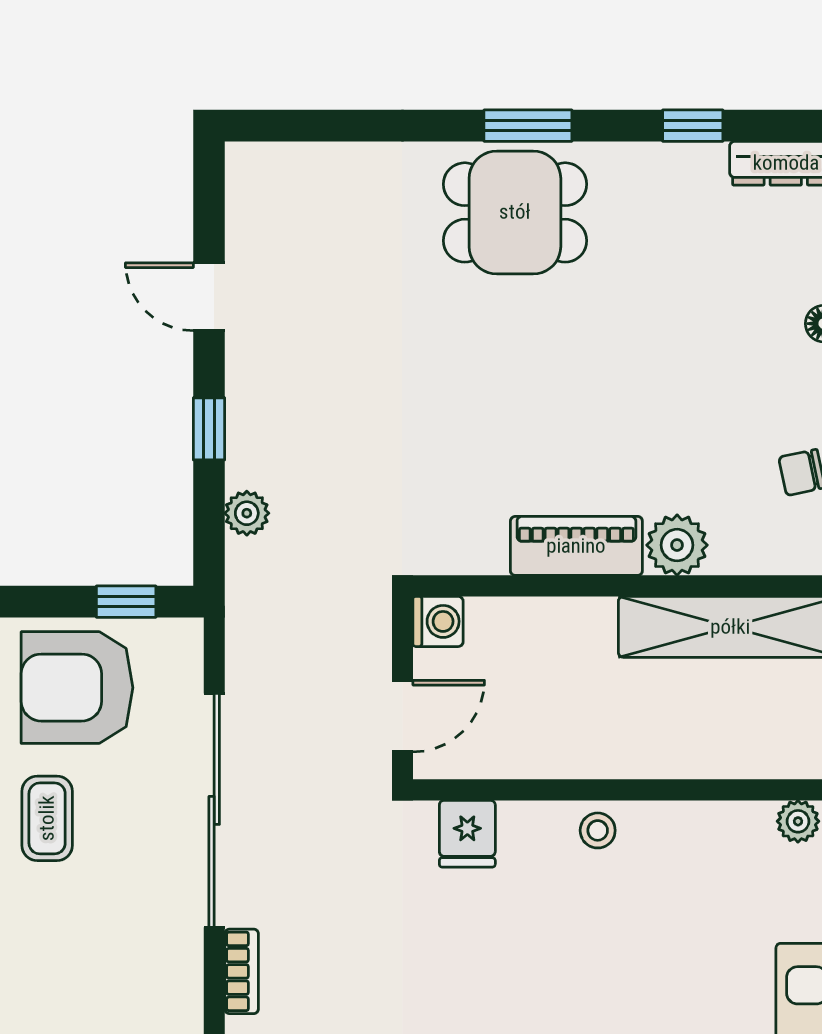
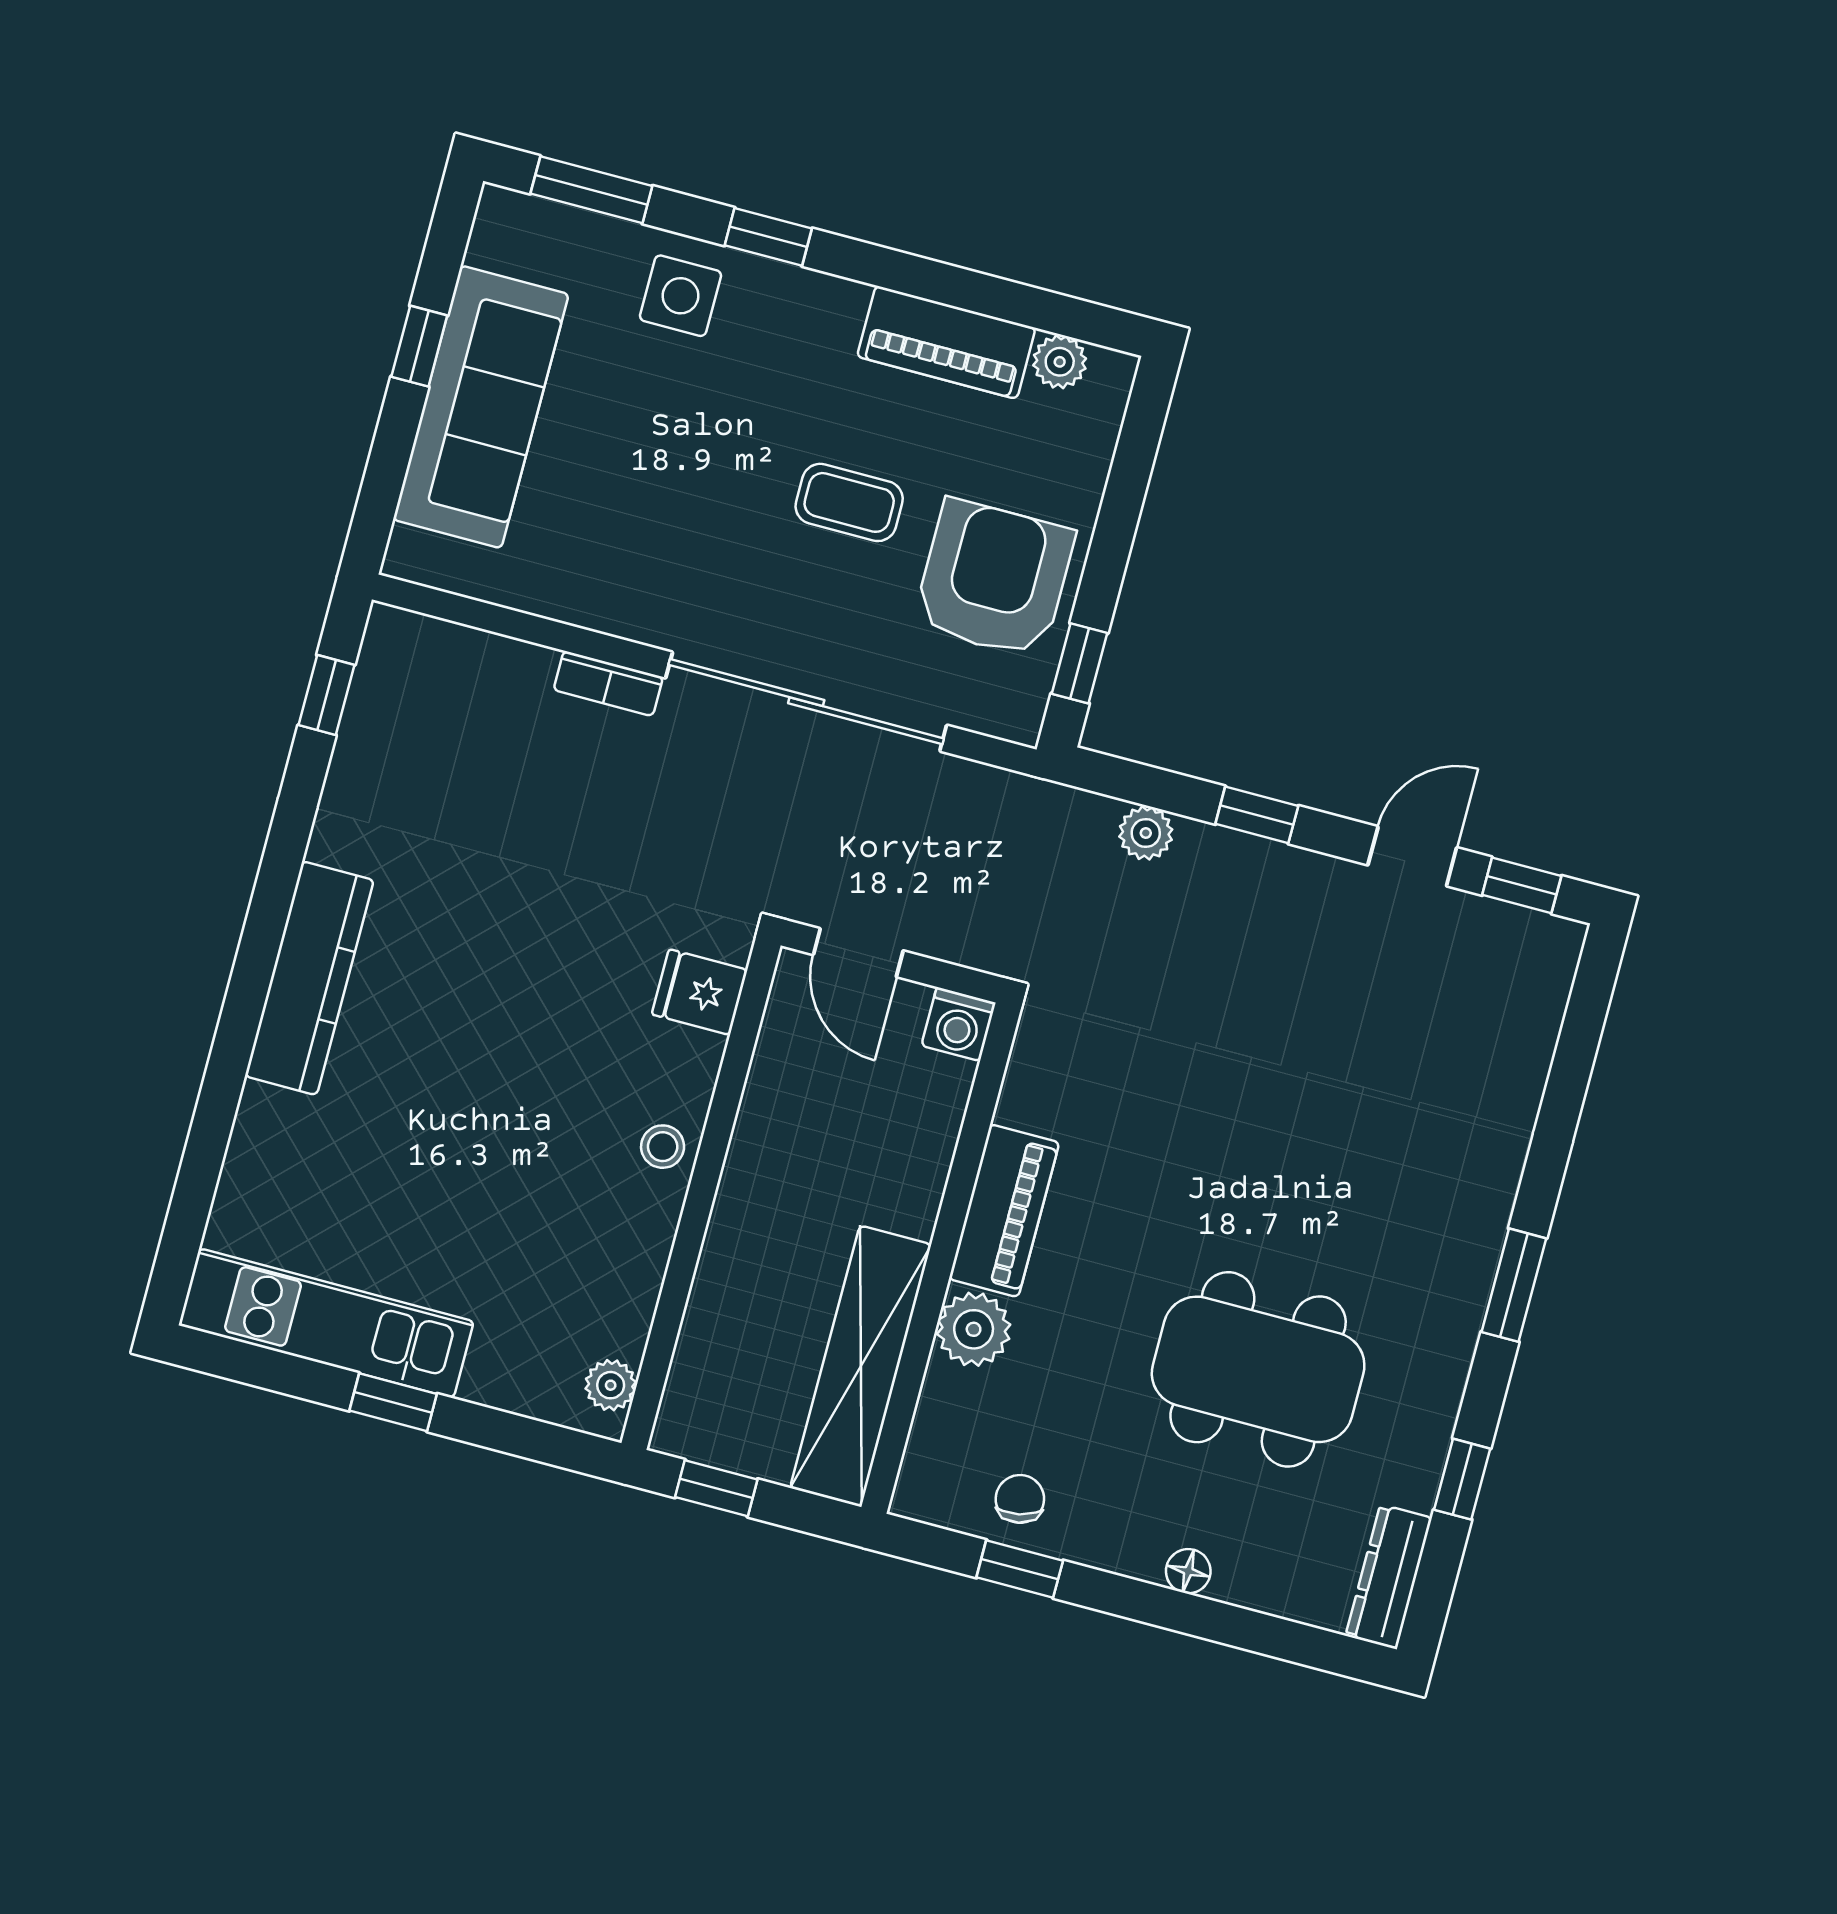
window: (209, 204) -> (1522, 885), added
dining table: (515, 212) -> (1258, 1369), moved, width x1.37

